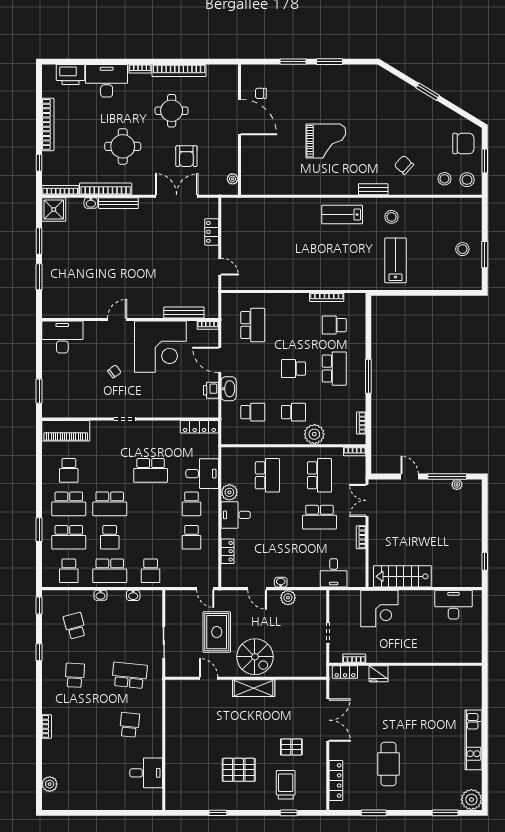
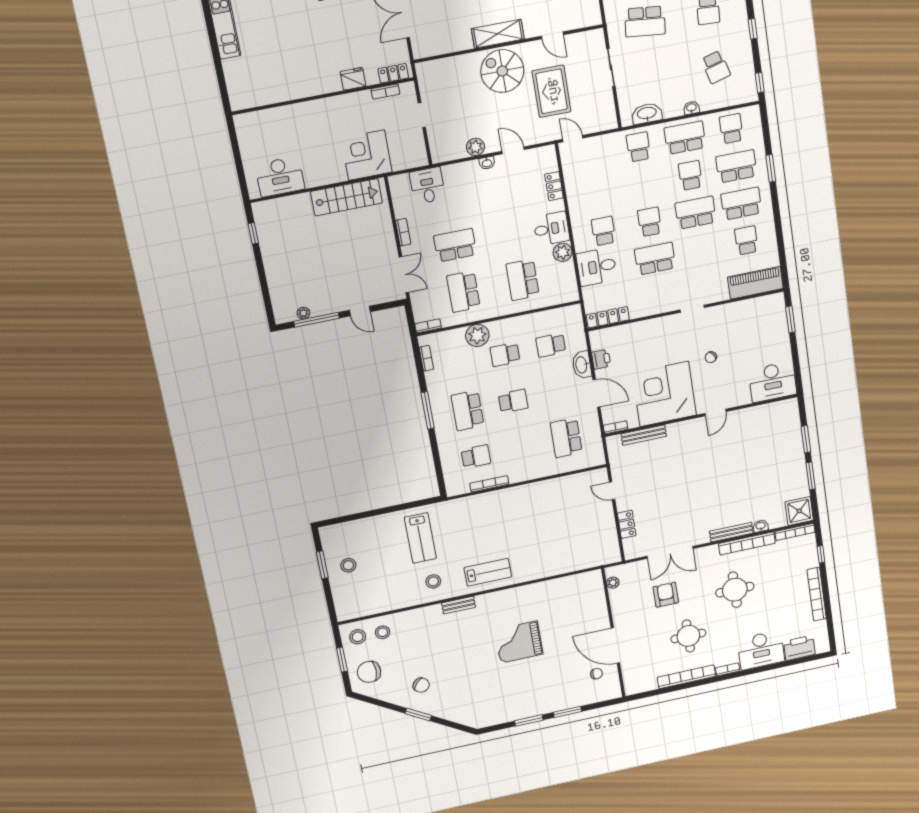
chair: (404, 165) -> (421, 685), moved
school desk: (191, 537) -> (650, 222), moved
washbasin: (133, 595) -> (647, 114), width x1.91, depth x1.45

